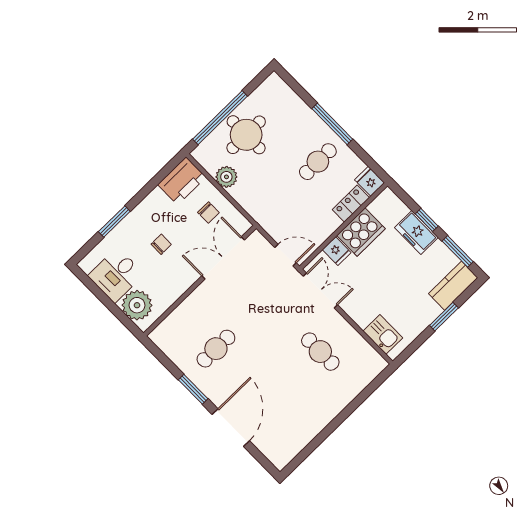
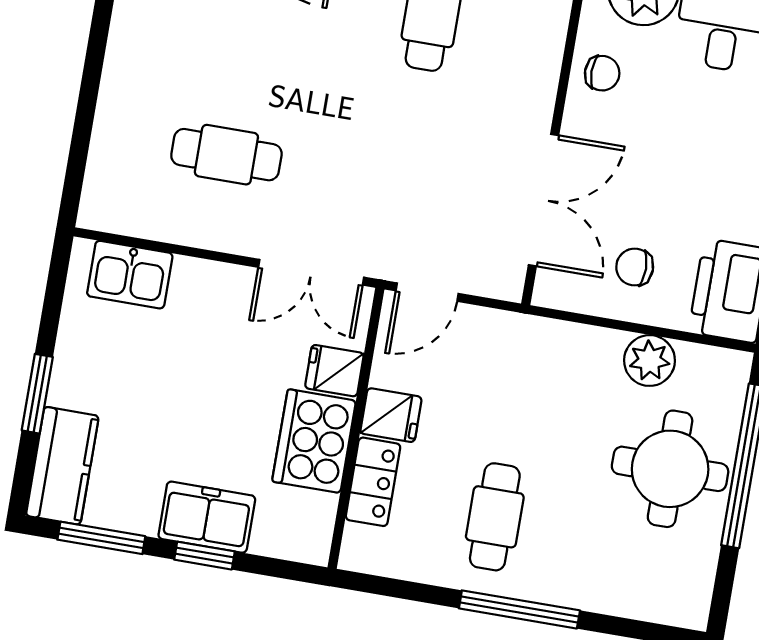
fridge: (370, 181) -> (391, 415), moved
chair: (161, 244) -> (602, 73), moved, turned -90

